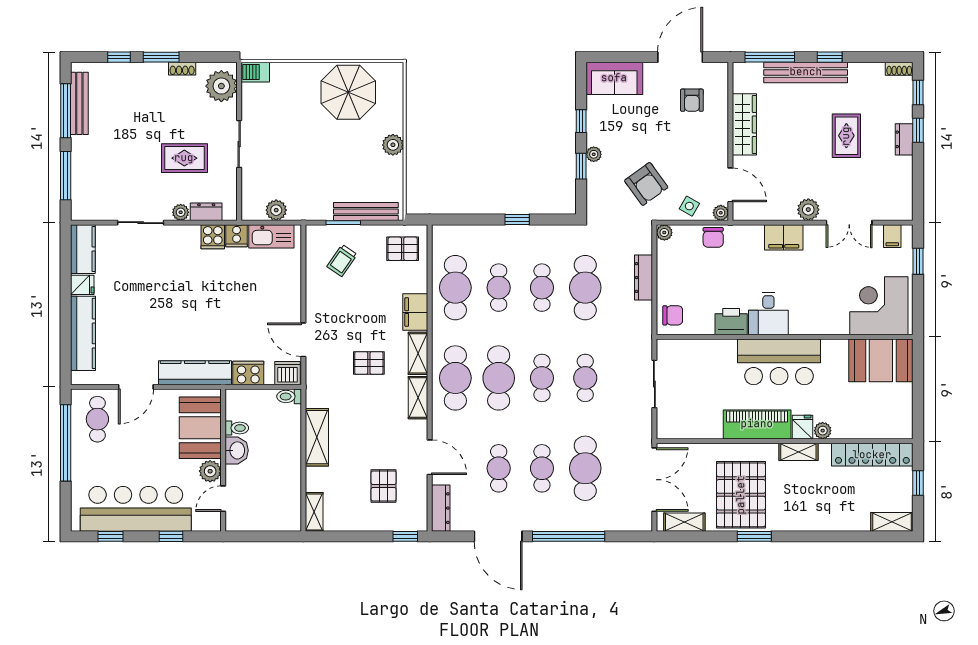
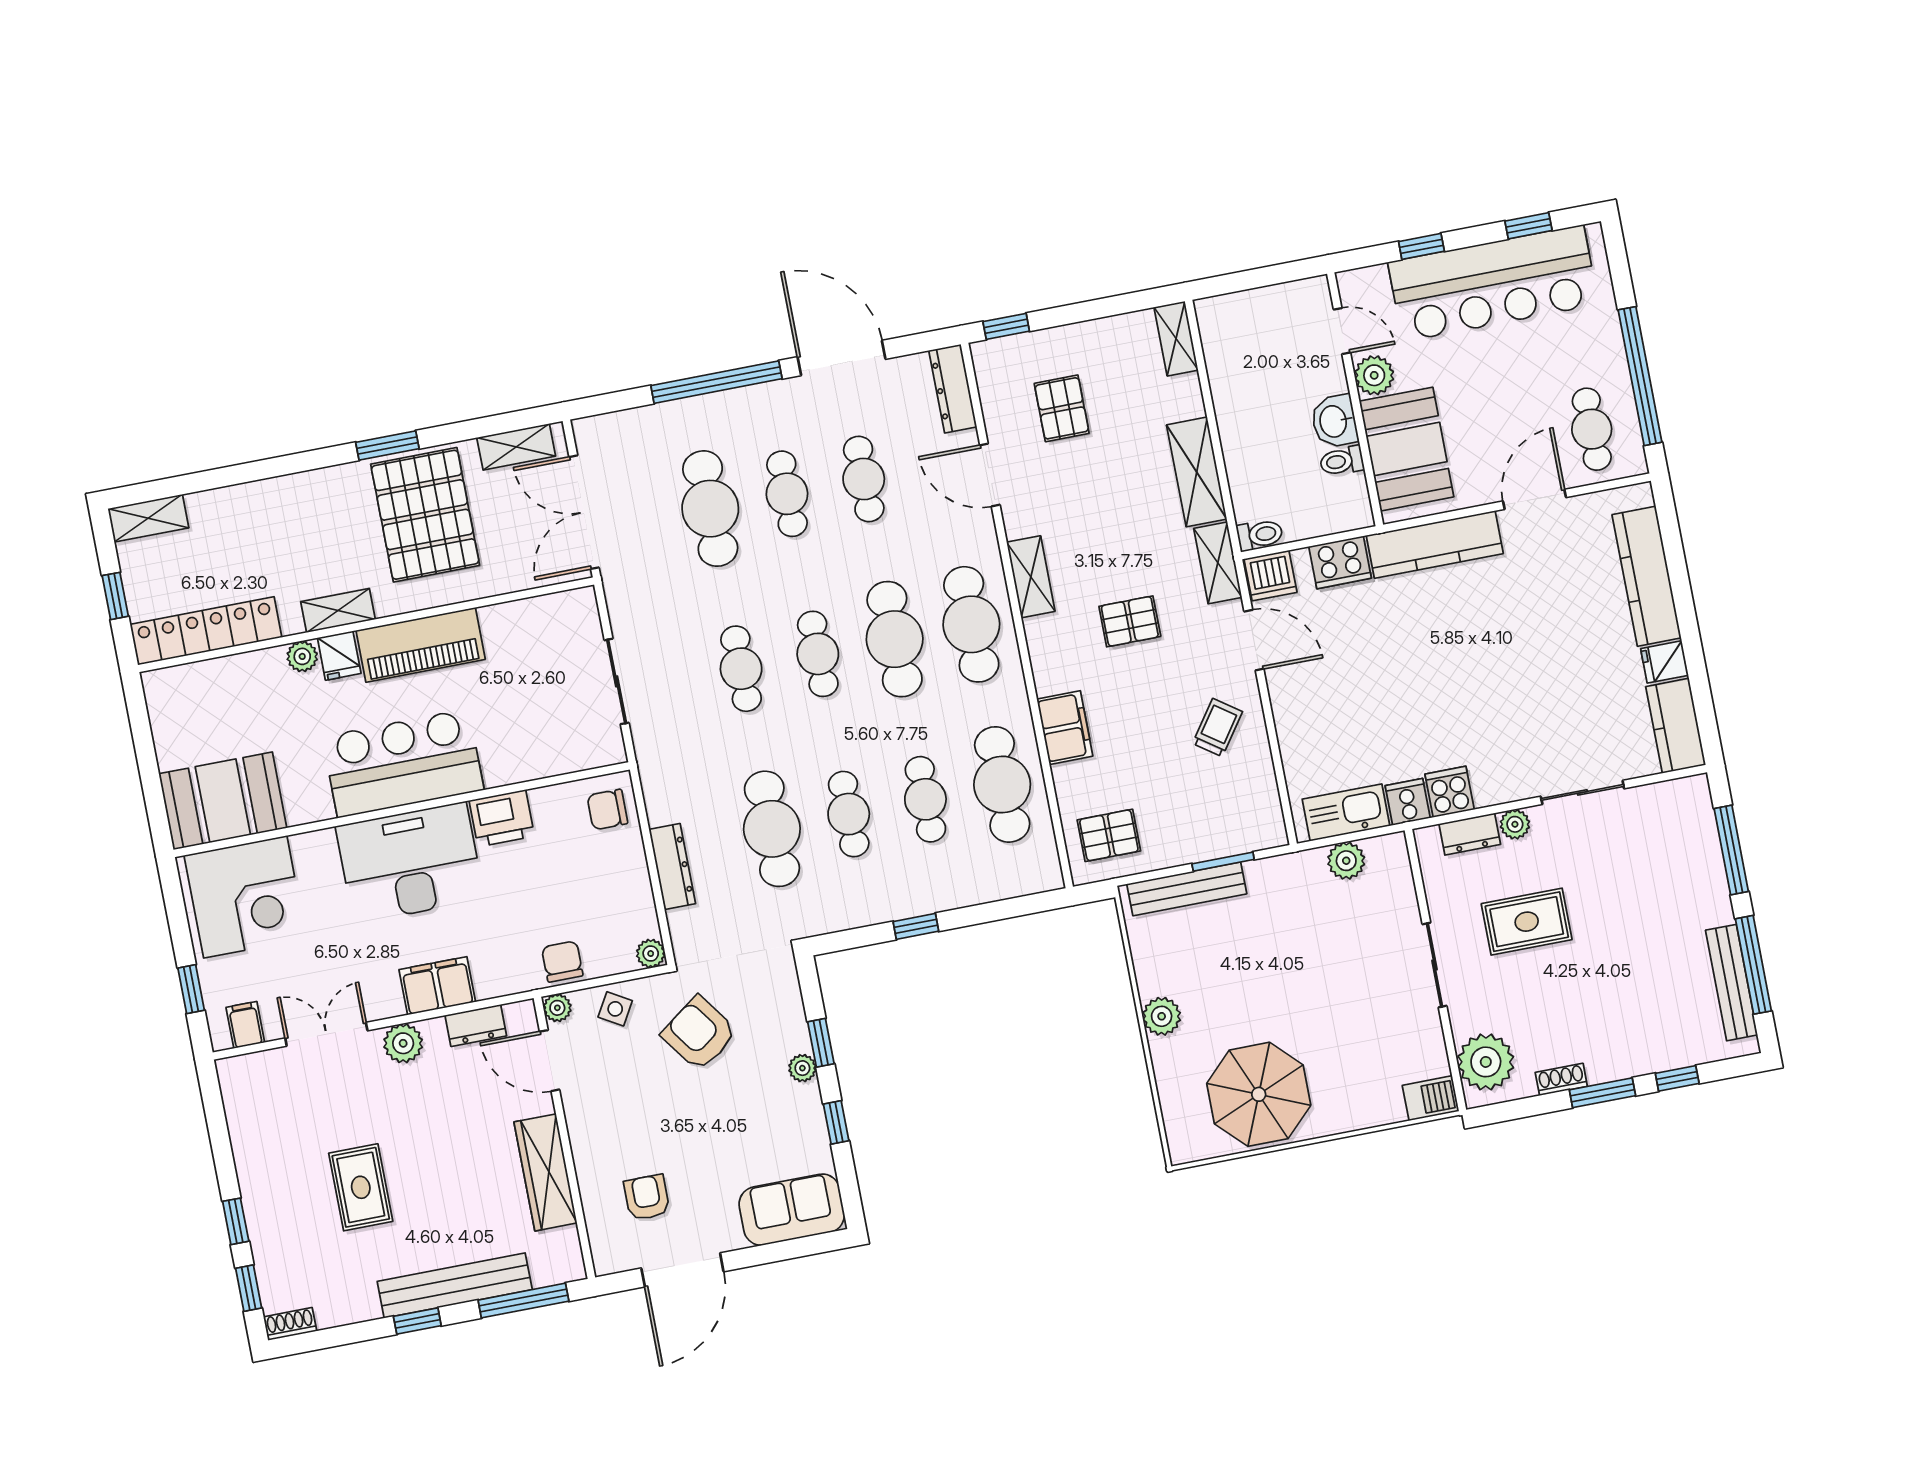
dresser: (904, 139) -> (476, 1025), moved, turned 90
trolley: (342, 260) -> (1218, 728), moved
desk: (768, 313) -> (410, 863), width x1.87, depth x1.30
shelving: (418, 353) -> (1218, 563), moved
door: (223, 499) -> (1342, 331), hinge flipped

